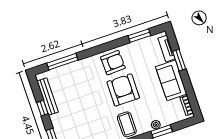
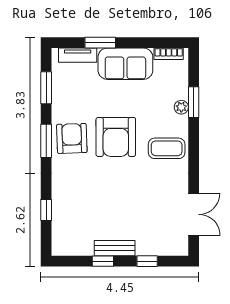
window: (106, 47) -> (46, 141), added
window: (62, 62) -> (46, 210), width x0.46
armchair: (123, 90) -> (116, 137), turned -90
bench: (48, 97) -> (115, 248), moved, width x0.73

